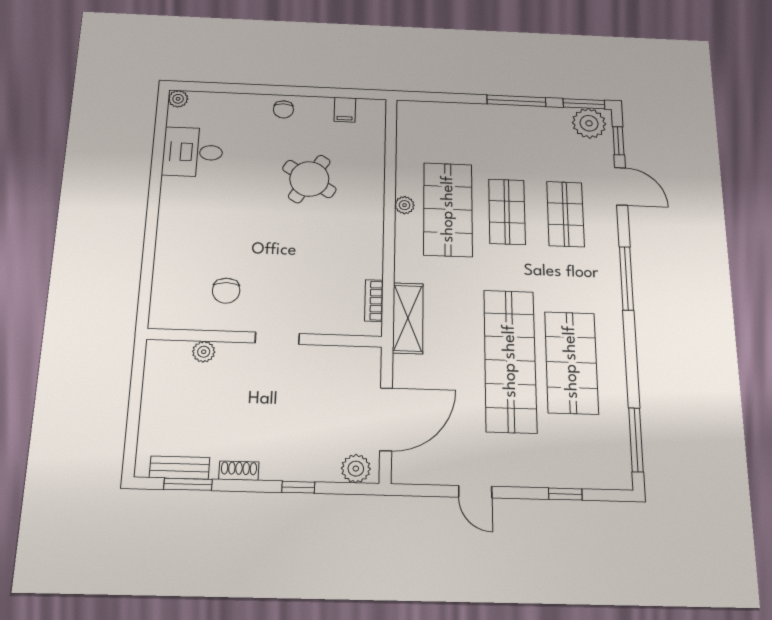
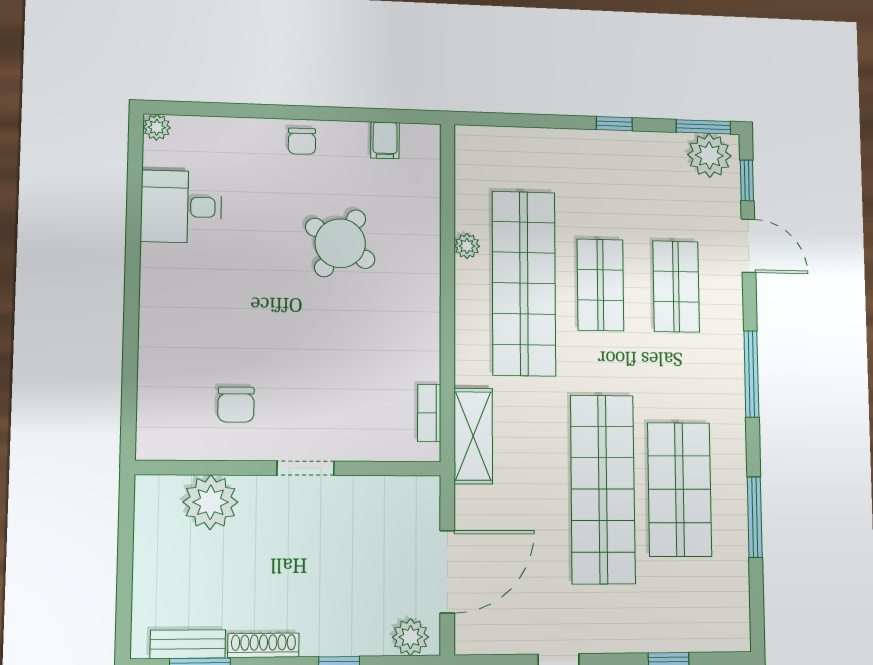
window: (516, 101) -> (614, 124), width x0.46
plant: (405, 205) -> (467, 246), moved
shop shelf: (448, 209) -> (524, 283), width x1.40
plant: (204, 352) -> (210, 502), width x1.88, depth x1.88
window: (636, 440) -> (755, 517), moved
shoe rack: (239, 471) -> (263, 645), width x1.43

